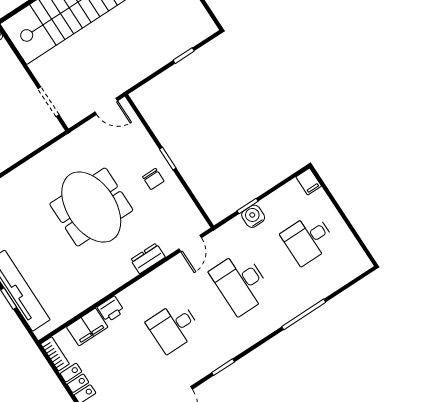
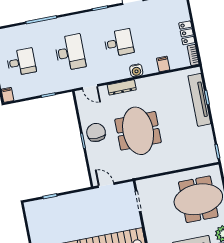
chair: (153, 179) -> (96, 132), width x1.87, depth x1.87
water cooler: (253, 216) -> (136, 70), moved
door: (190, 243) -> (90, 87), swing flipped
dresser: (148, 258) -> (122, 87), width x1.44
printer: (111, 309) -> (151, 68), removed
filing cabinet: (87, 327) -> (163, 64), width x0.50

